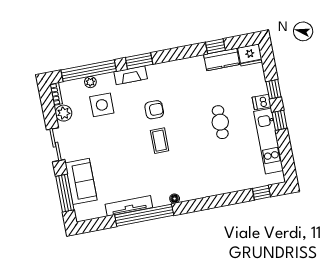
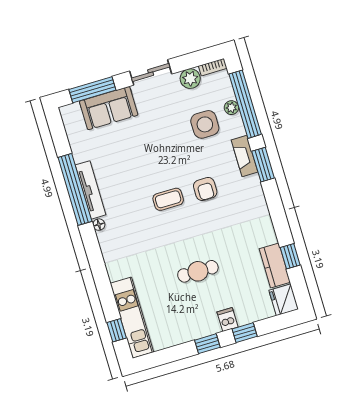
kitchen unit: (269, 141) -> (132, 318), moved, turned 90
tv unit: (129, 206) -> (90, 190), moved

